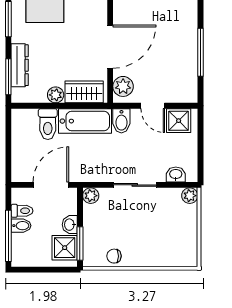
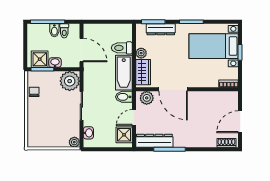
dresser: (188, 75) -> (154, 141), added
plant: (91, 196) -> (70, 81), width x1.88, depth x1.88

